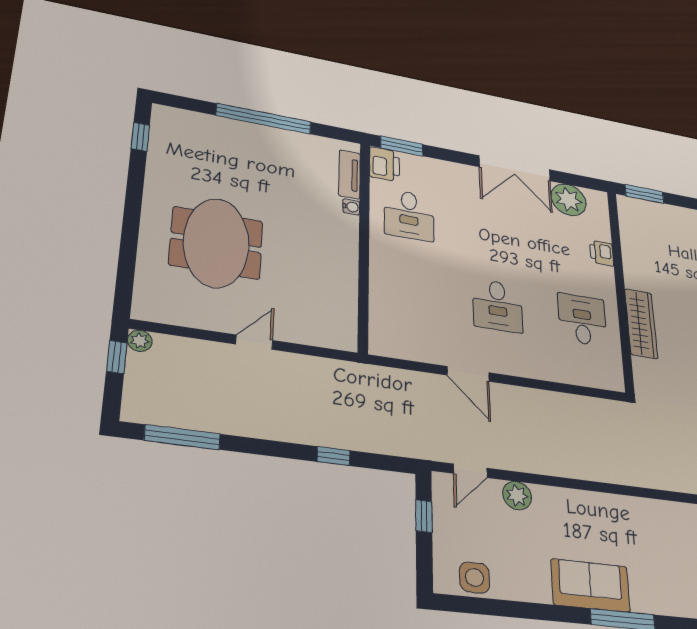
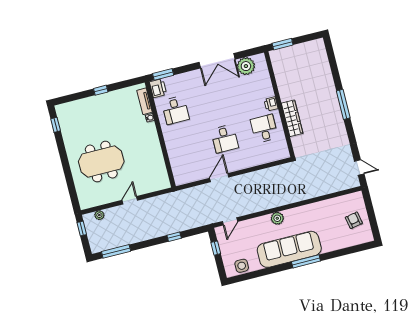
window: (264, 119) -> (101, 90), width x0.32
meeting table: (216, 243) -> (101, 162), turned 90
printer: (602, 253) -> (271, 104), moved
plant: (140, 341) -> (99, 215), moved
door: (468, 374) -> (219, 178), swing flipped
plant: (517, 496) -> (277, 218), moved
sofa: (591, 585) -> (289, 249), width x1.85, depth x1.27

